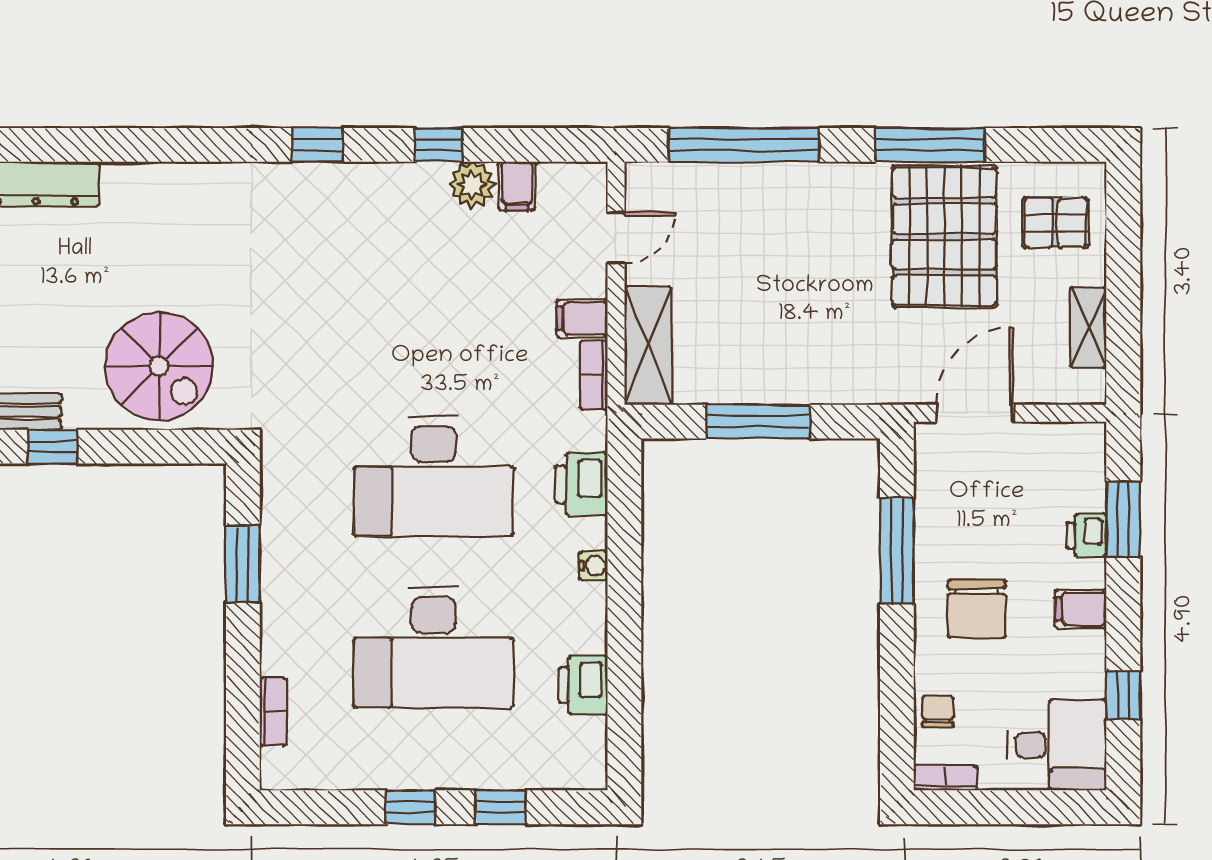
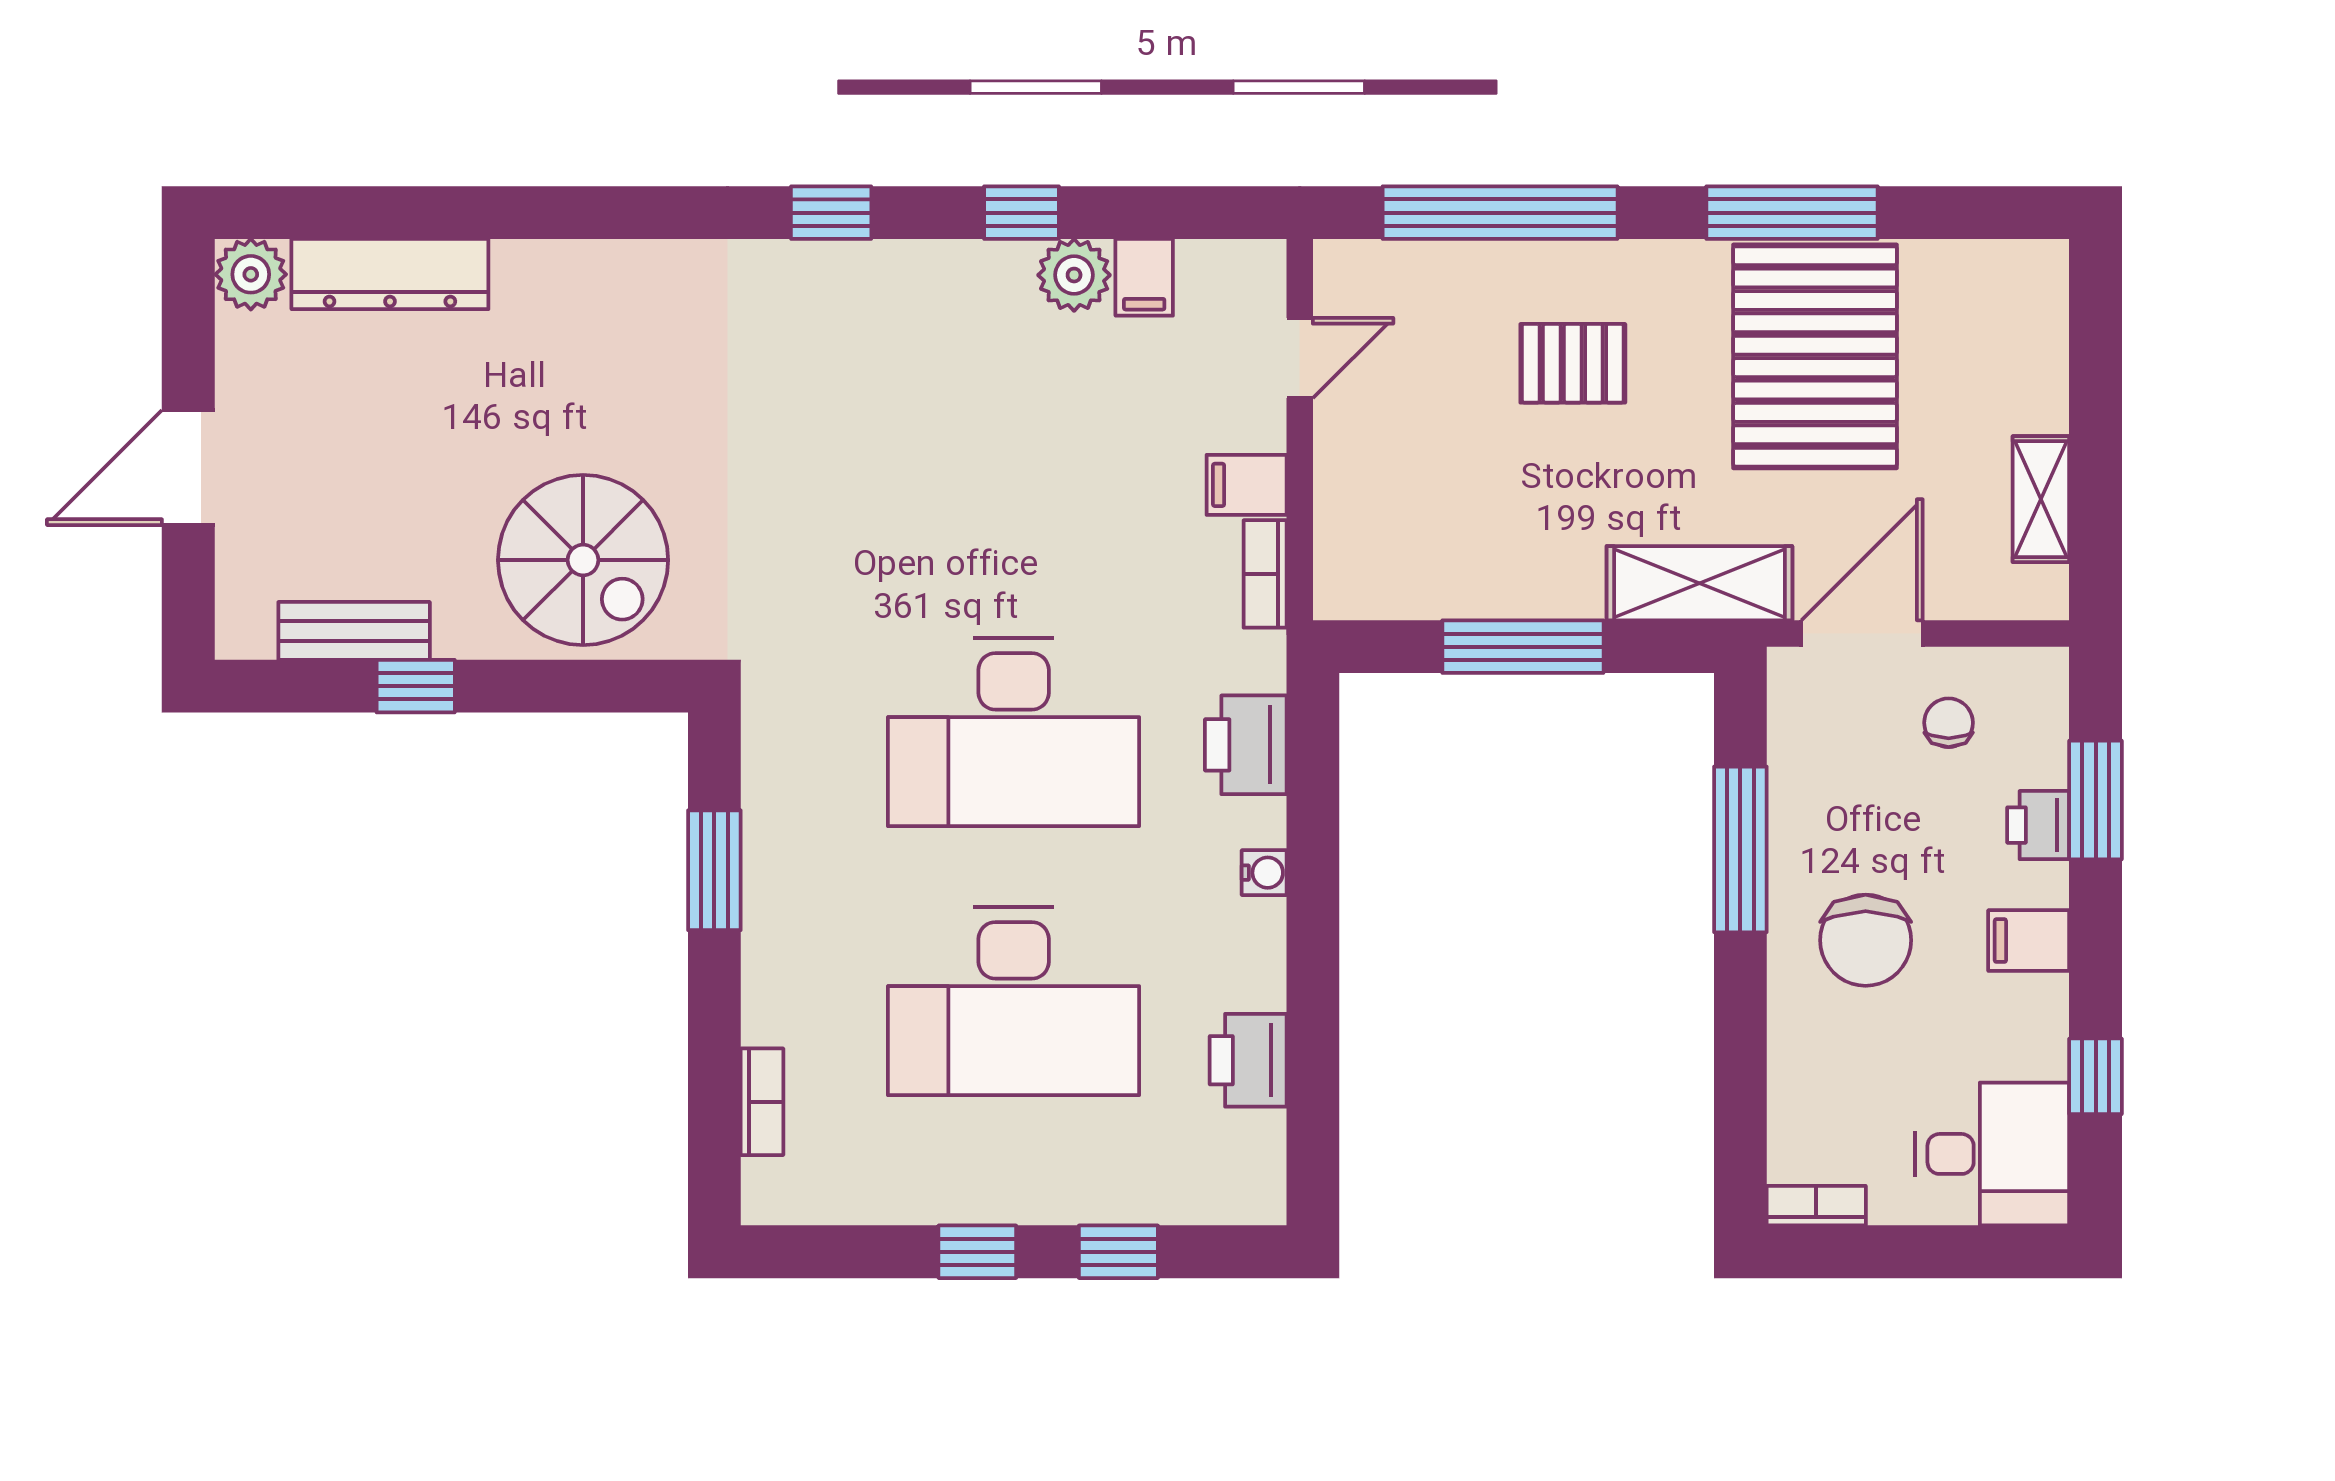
pallet: (1055, 223) -> (1573, 363), moved
shelving: (648, 346) -> (1699, 583), moved, turned 90
chair: (938, 711) -> (1949, 723), moved

